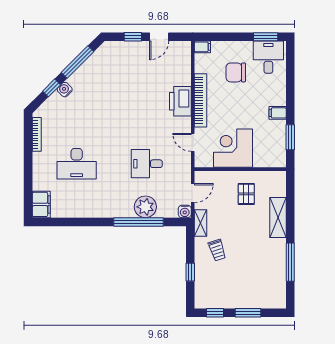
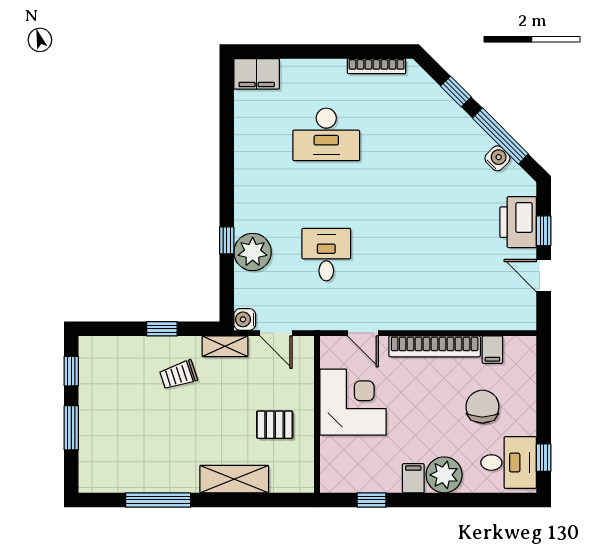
window: (266, 37) -> (544, 458), width x0.67
filing cabinet: (202, 47) -> (492, 350), moved
water cooler: (65, 90) -> (497, 158), moved
plant: (276, 95) -> (444, 475), added
printer: (180, 101) -> (518, 222), moved, turned -90
window: (290, 137) -> (372, 500), width x0.67
door: (193, 142) -> (363, 333), swing flipped
desk: (77, 164) -> (326, 134), turned -90
window: (139, 222) -> (227, 240), width x0.32
window: (190, 272) -> (162, 329), moved

